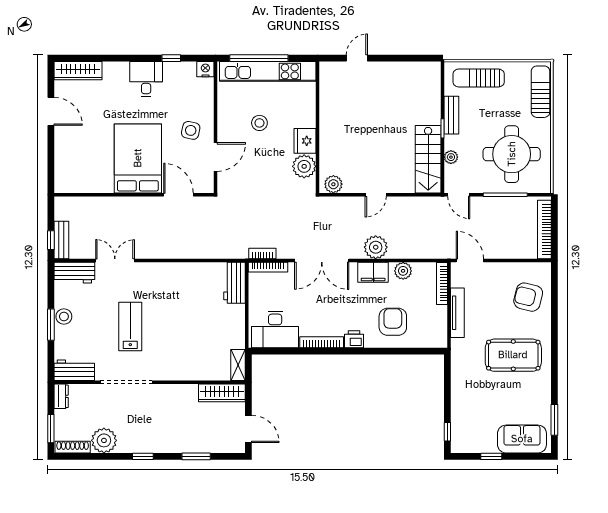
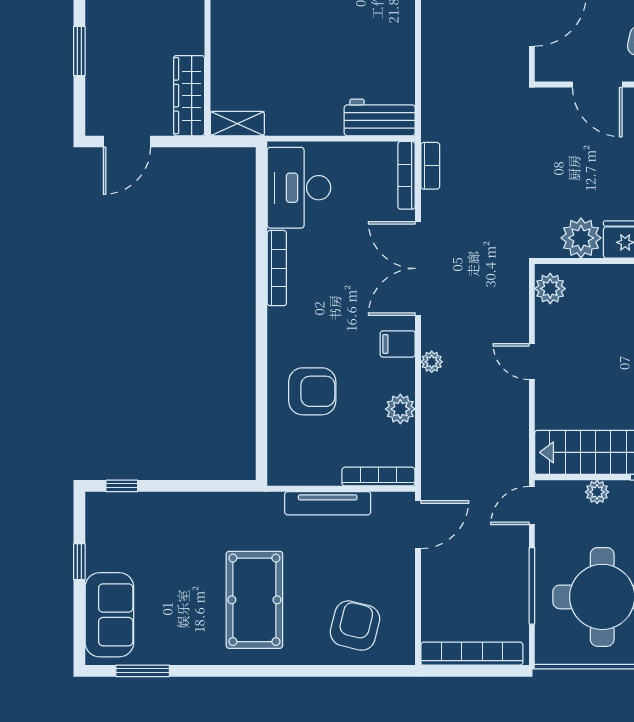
plant: (376, 247) -> (432, 362), width x0.53, depth x0.53
filing cabinet: (373, 272) -> (398, 344), width x0.50
printer: (354, 339) -> (282, 324), removed

